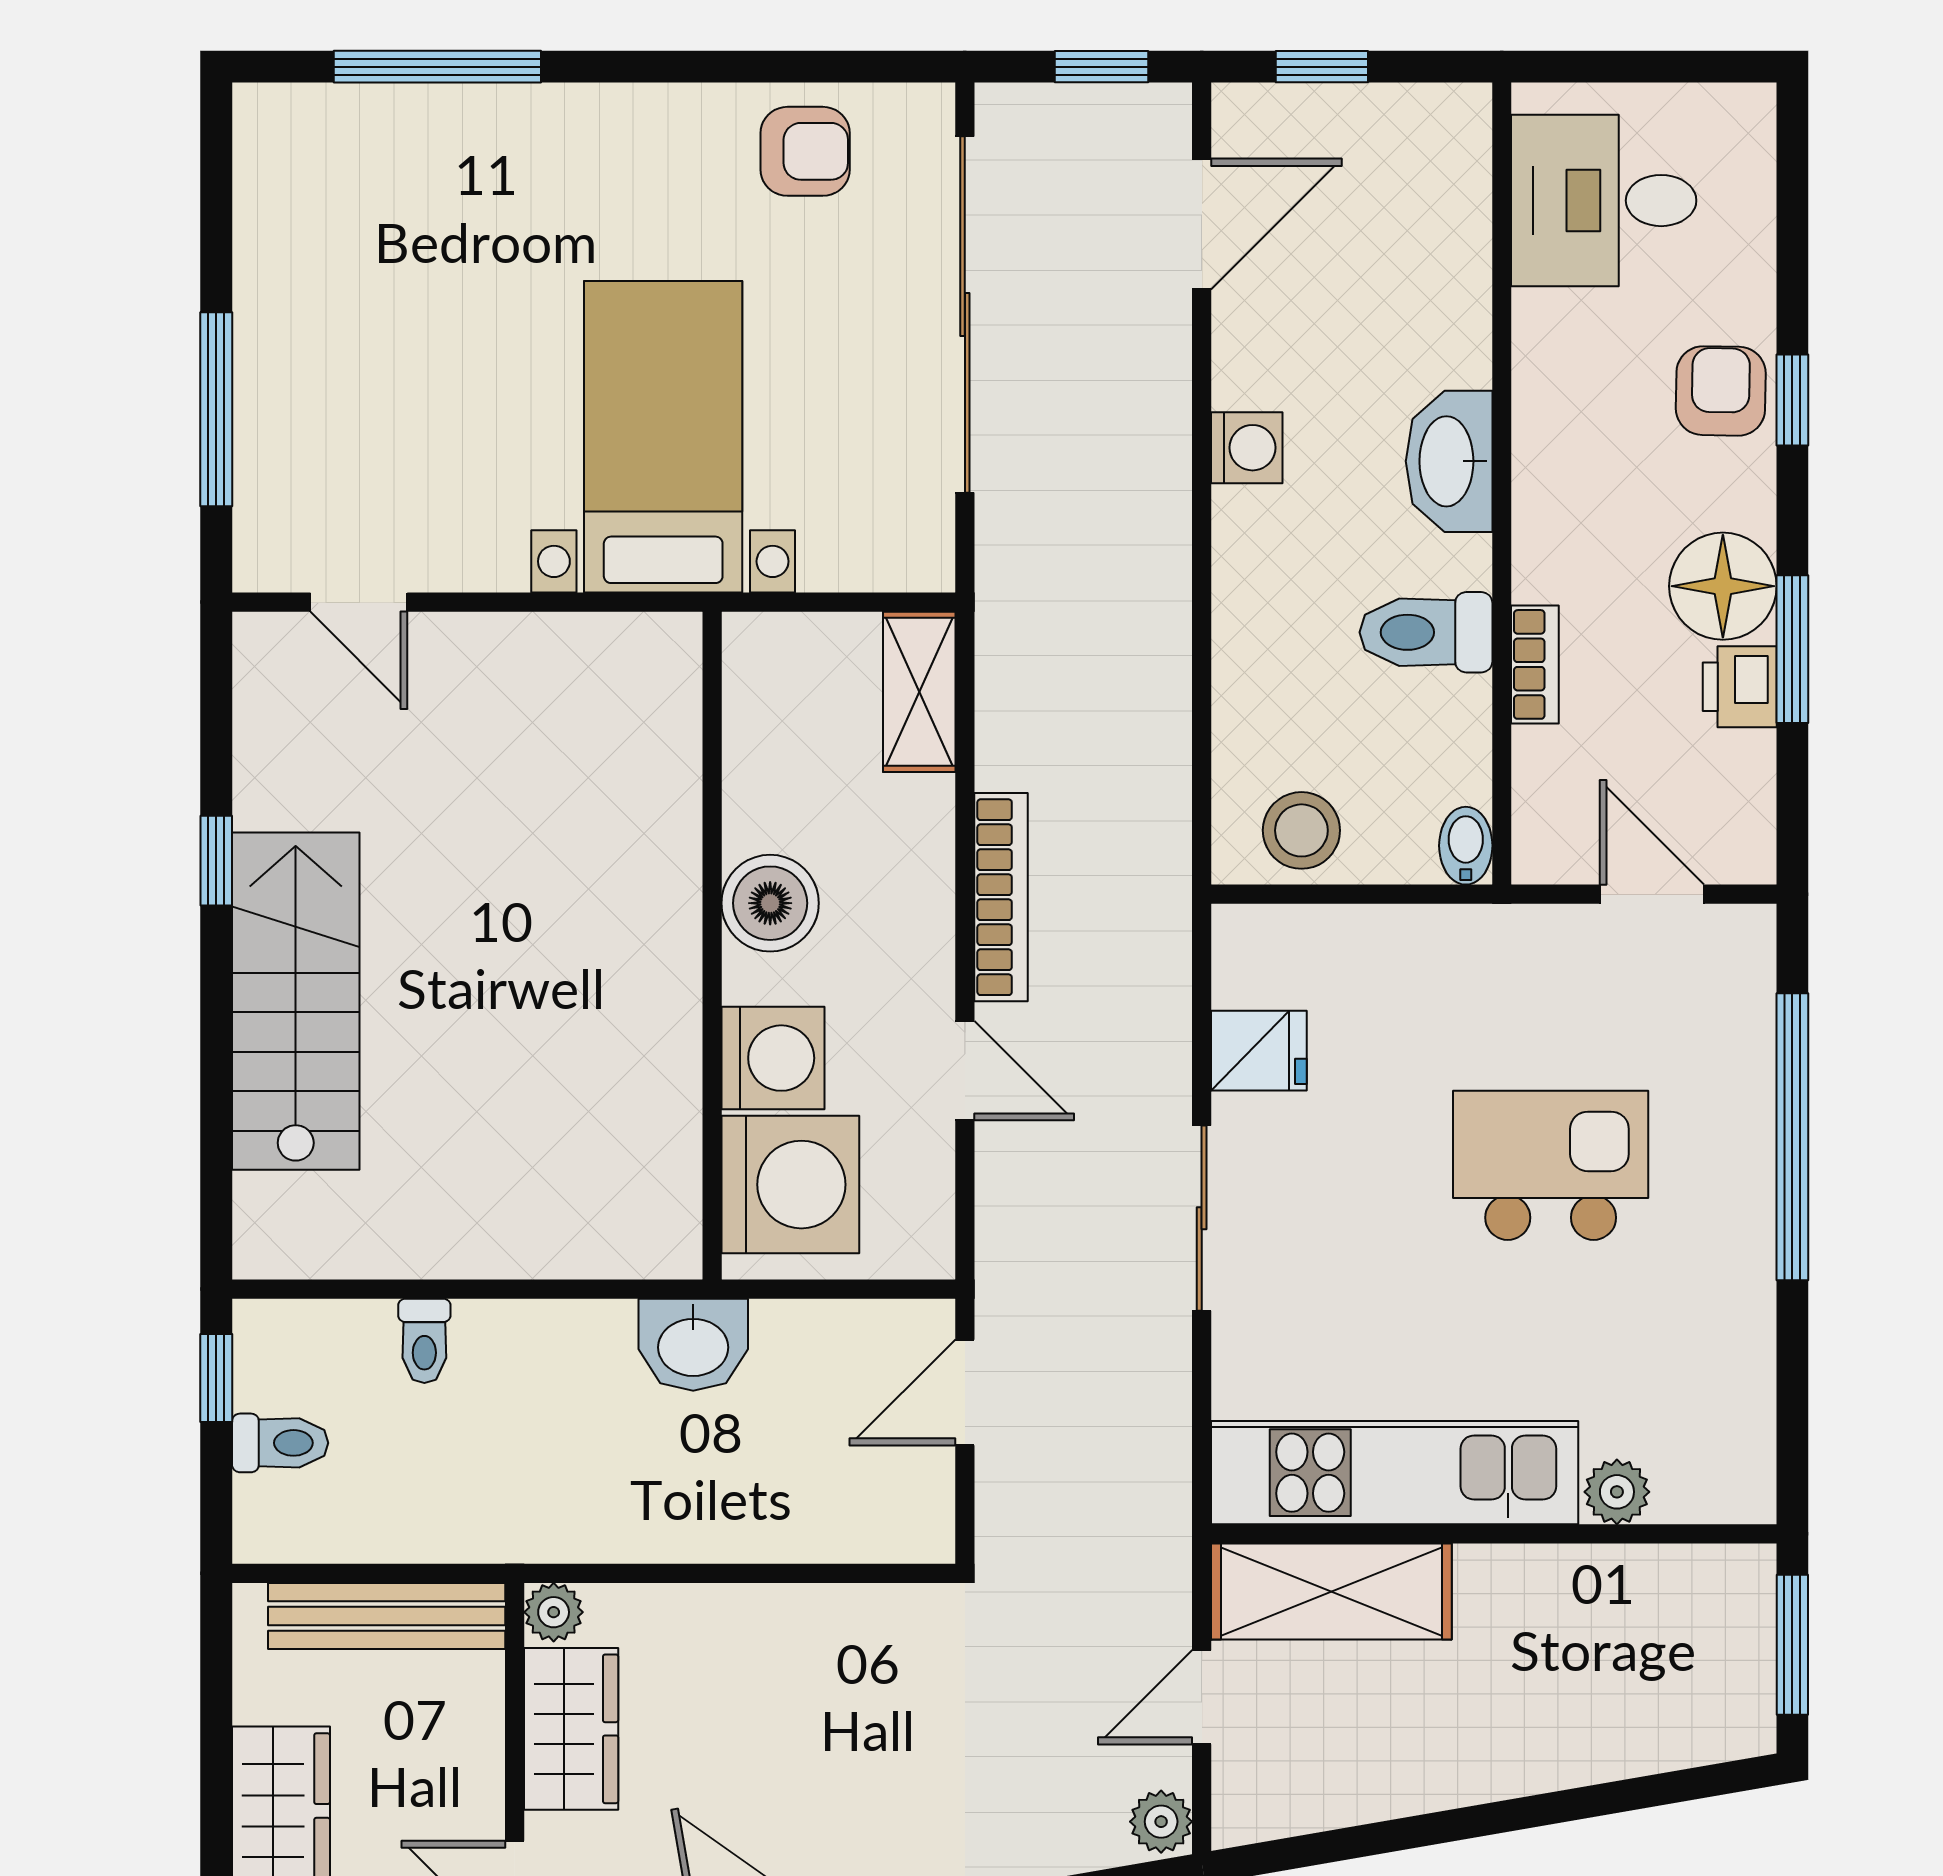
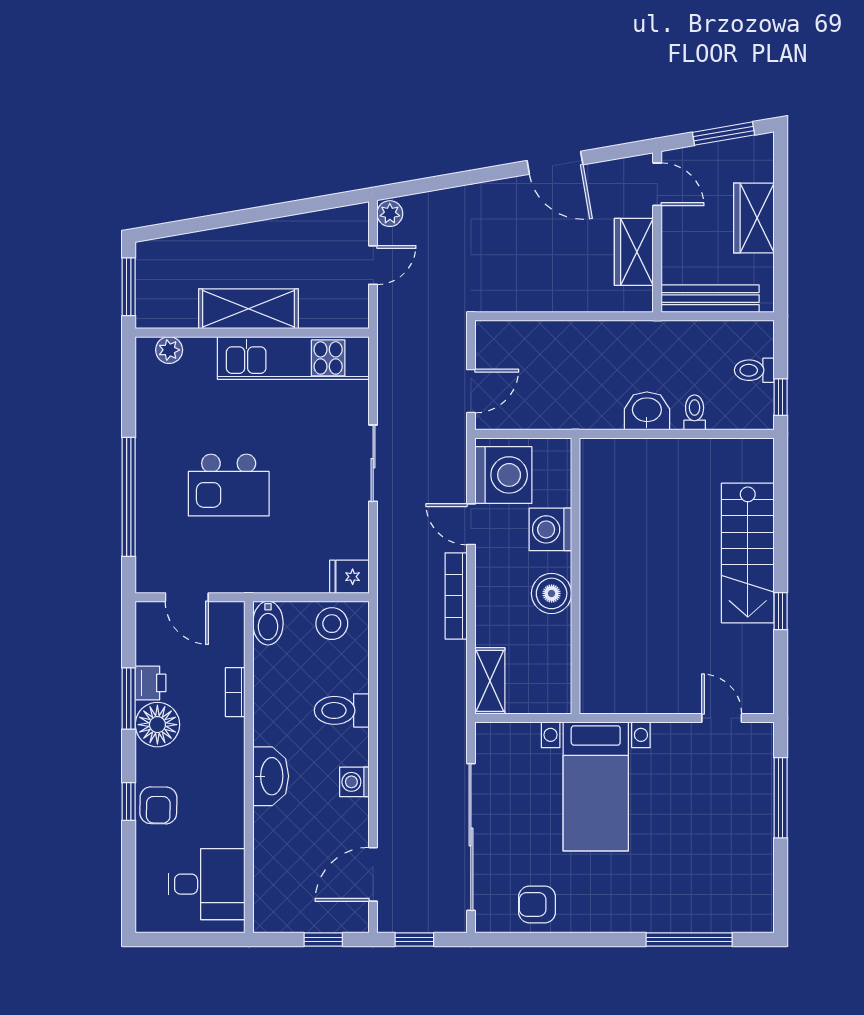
toilet: (1426, 632) -> (342, 710), moved, turned 180
bidet: (1466, 846) -> (268, 623), width x1.38, depth x1.36
fridge: (1259, 1051) -> (349, 577), moved
washing machine: (790, 1185) -> (503, 475), moved, turned 180
washbasin: (693, 1345) -> (647, 411), moved
plant: (1617, 1492) -> (169, 350), moved
shelving: (1331, 1591) -> (248, 309), moved
plant: (554, 1612) -> (641, 300), removed

